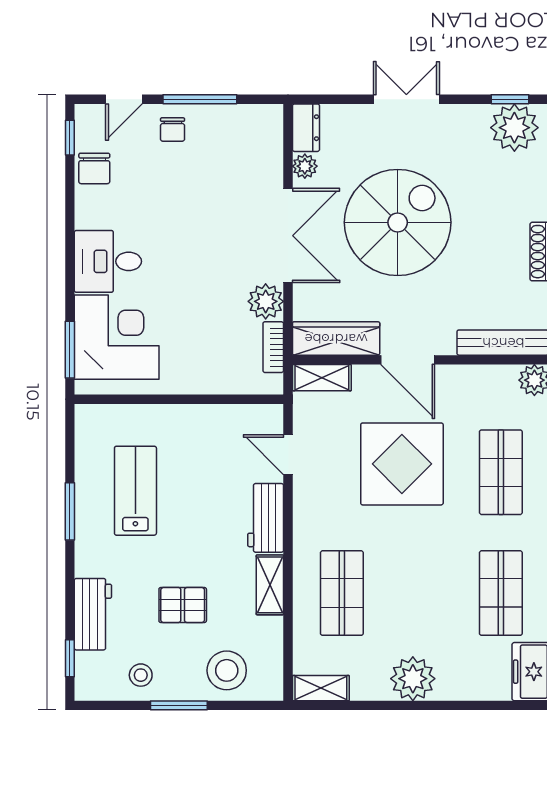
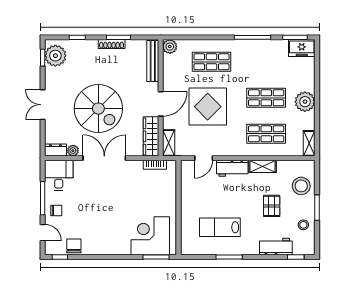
chair: (94, 168) -> (74, 246), turned -90
spiral stairs: (398, 222) -> (98, 109), turned 180
desk: (108, 261) -> (59, 175), moved, turned 180
plant: (266, 301) -> (134, 168), removed
shop shelf: (501, 593) -> (266, 98), moved

